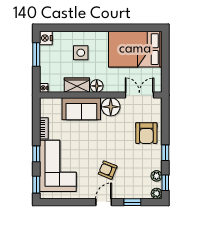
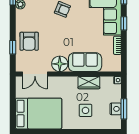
nightstand: (46, 38) -> (116, 109), moved
floor lamp: (97, 86) -> (72, 82), removed
armchair: (146, 133) -> (29, 41), turned 180
window: (165, 153) -> (13, 47), moved

